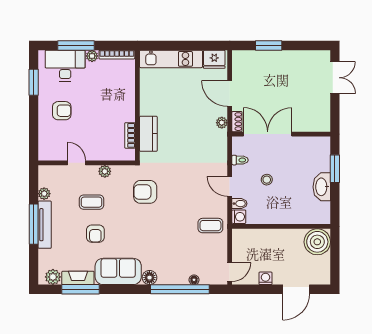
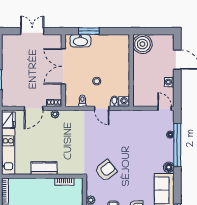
double door: (335, 78) -> (32, 31), moved
kitchen counter: (148, 134) -> (44, 168), moved
double door: (268, 134) -> (63, 66), moved
door: (230, 186) -> (102, 108), hinge flipped
washbasin: (322, 187) -> (80, 41), moved
armchair: (145, 192) -> (106, 170), turned -128
coffee table: (210, 226) -> (130, 123), removed

